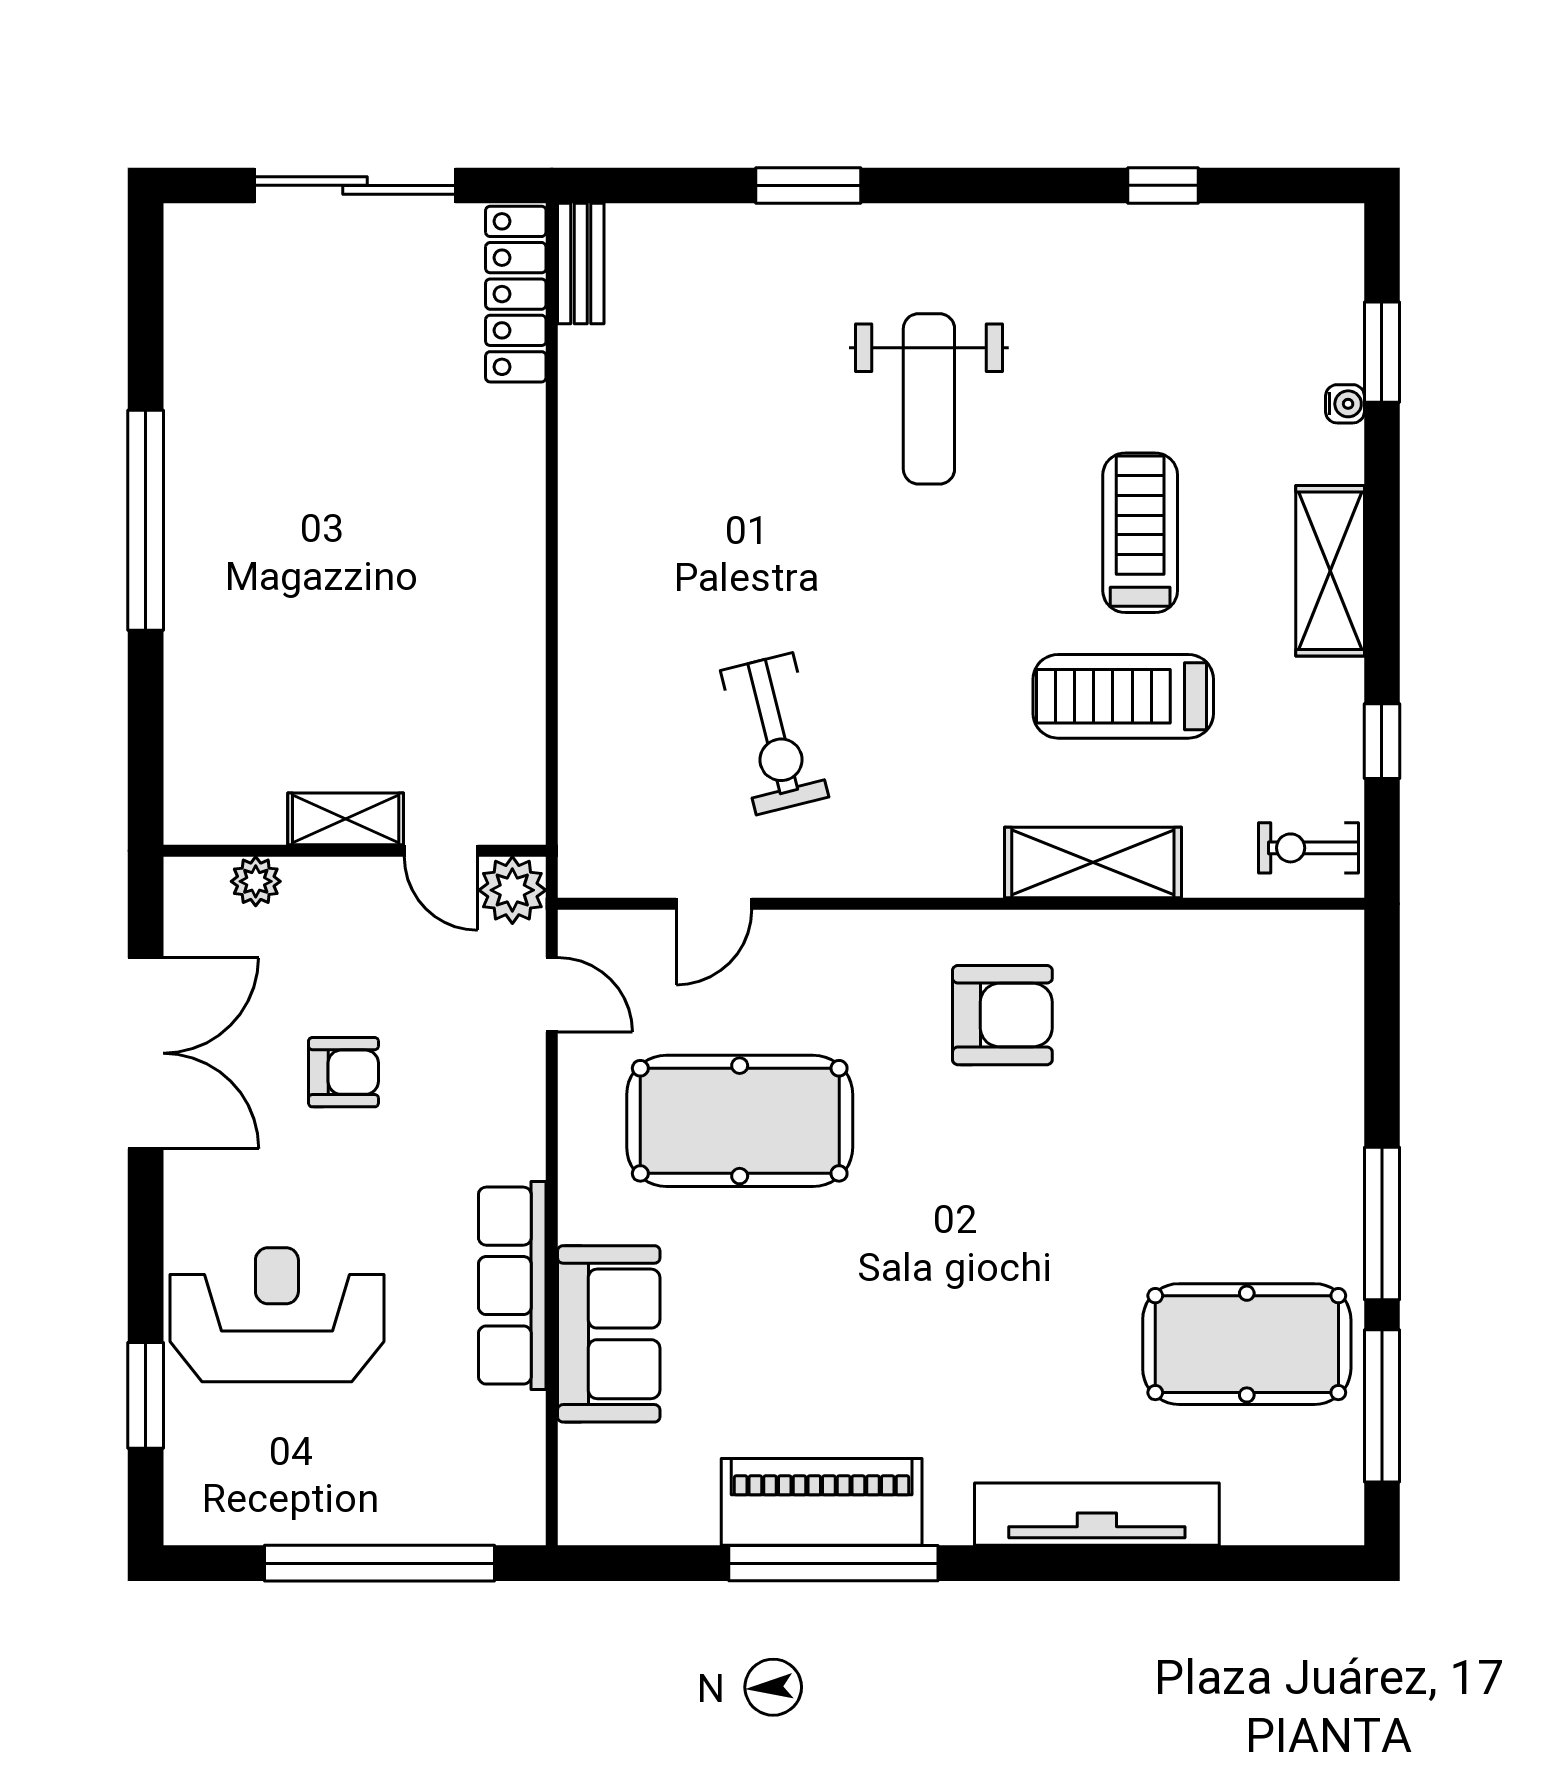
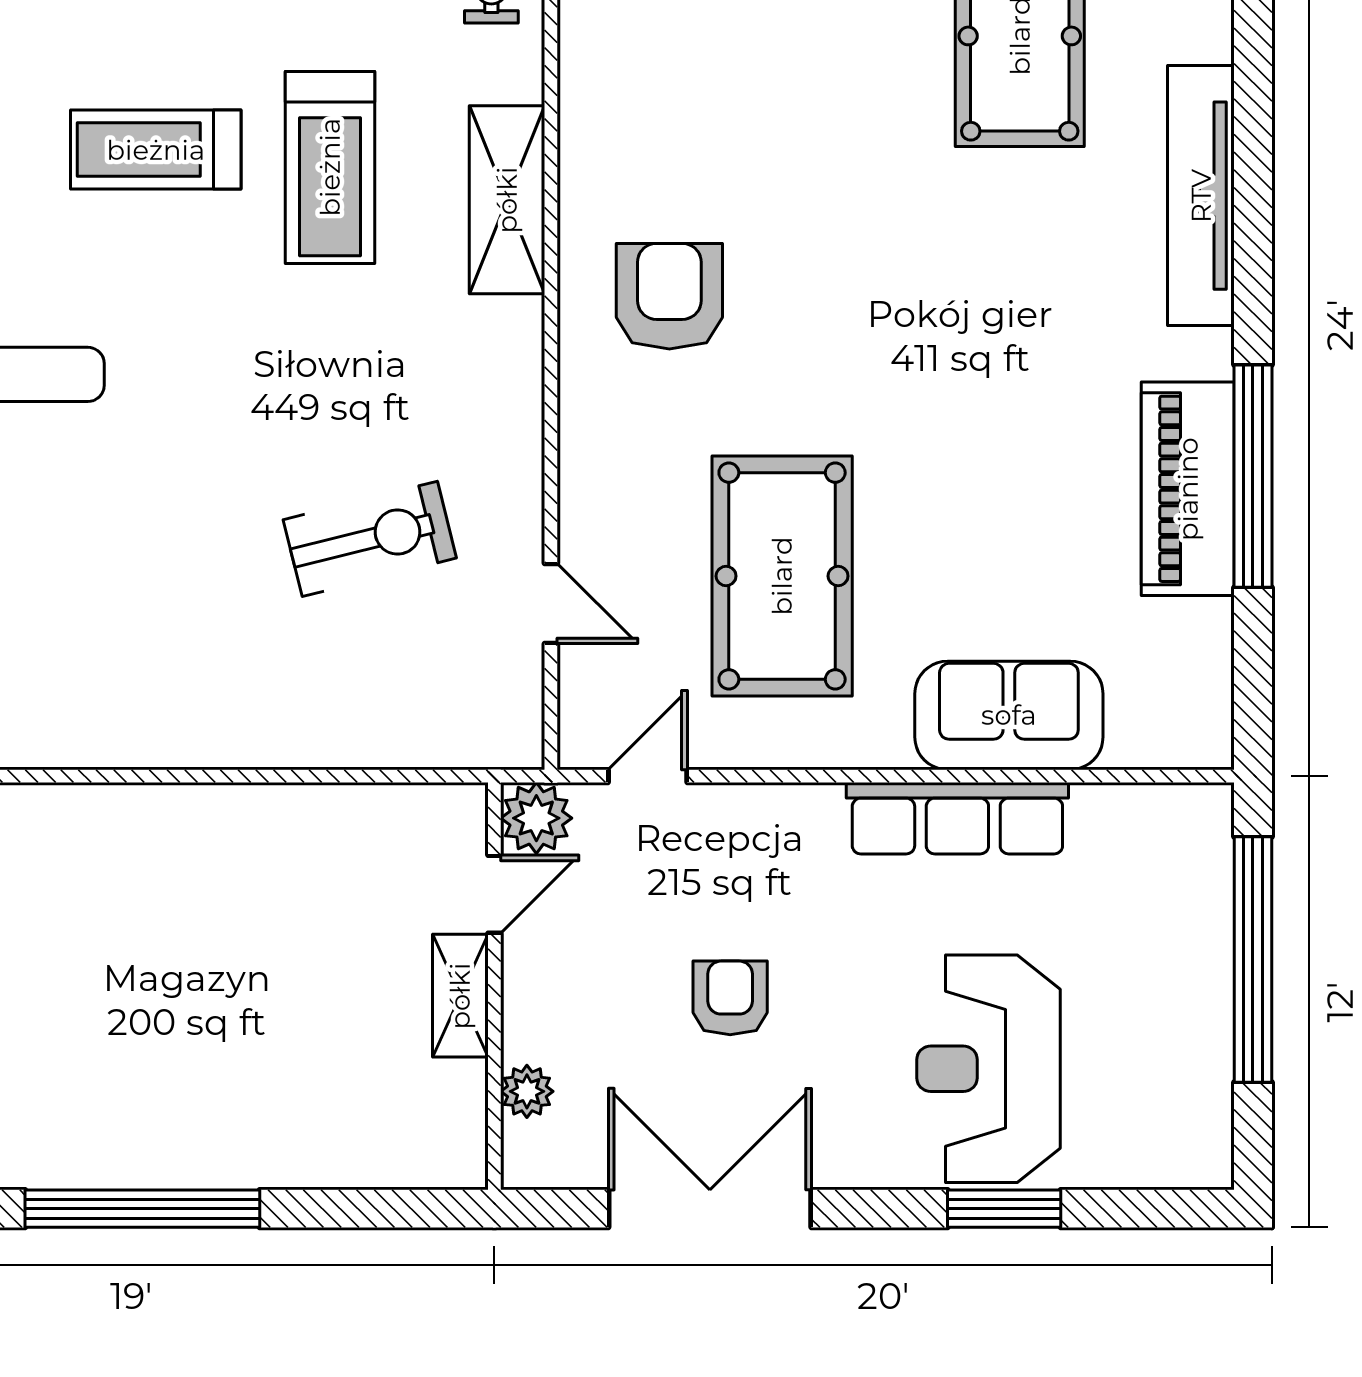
window: (146, 1395) -> (1004, 1209), moved

